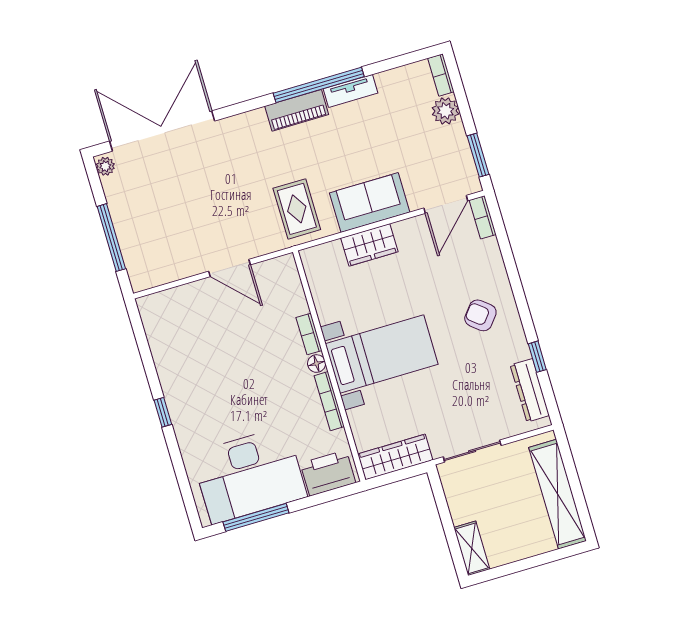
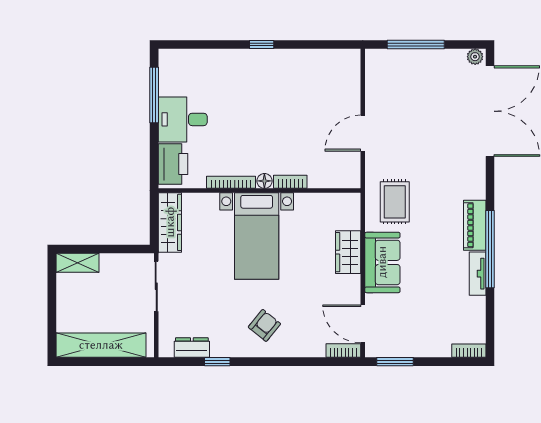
plant: (445, 111) -> (439, 346), removed
rug: (297, 209) -> (395, 202), turned 90
dresser: (530, 390) -> (192, 348), width x0.70
desk: (249, 475) -> (183, 119), width x0.53, depth x0.77

